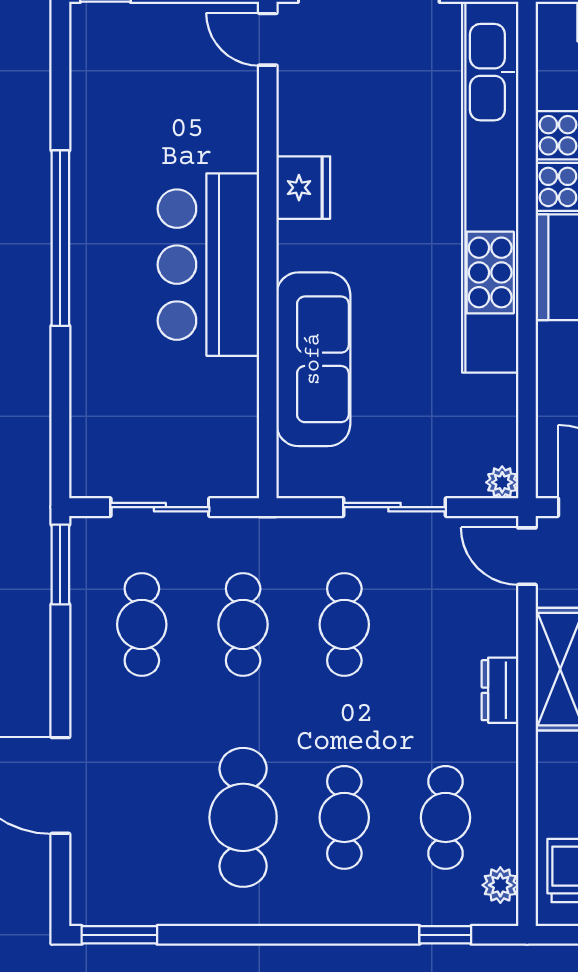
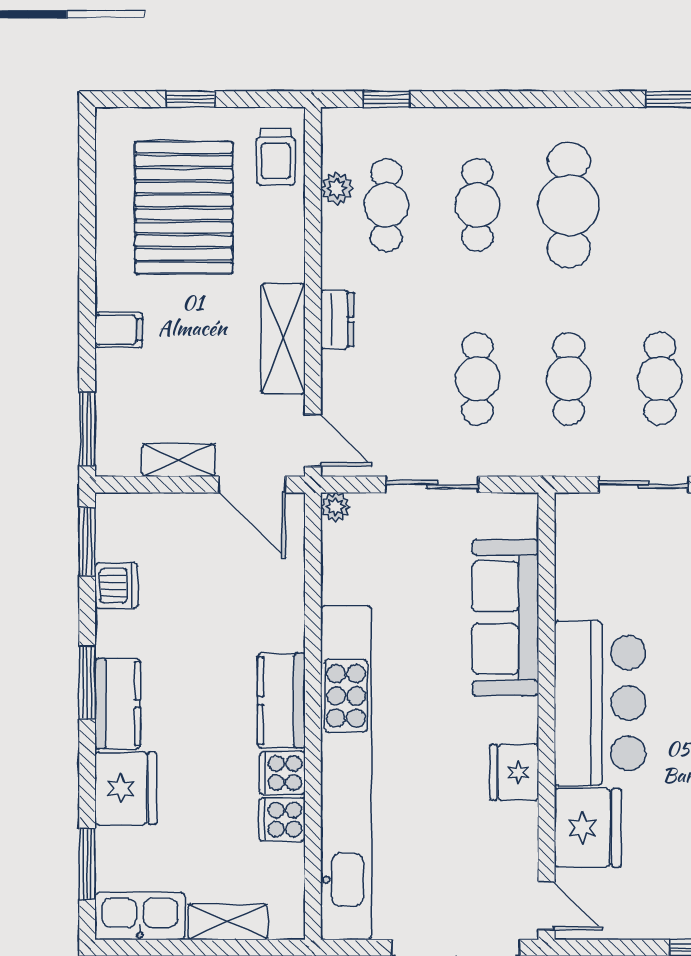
fridge: (222, 126) -> (588, 828), added
plant: (500, 885) -> (337, 188), moved

